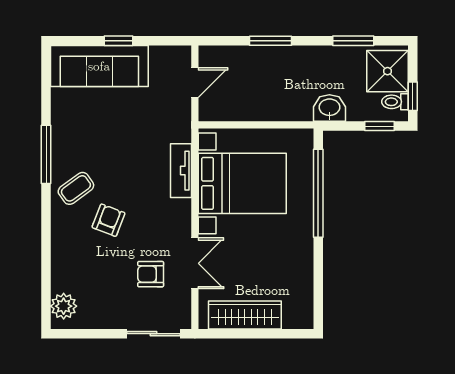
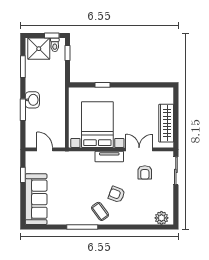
window: (118, 41) -> (23, 175), moved
washbasin: (329, 108) -> (32, 100), moved, turned 180
tv unit: (181, 171) -> (109, 157), moved
window: (318, 193) -> (103, 85), width x0.32

